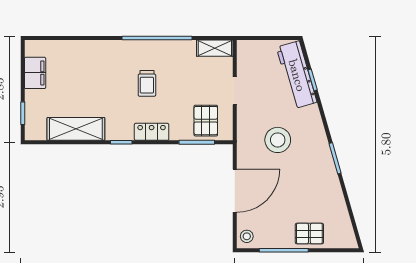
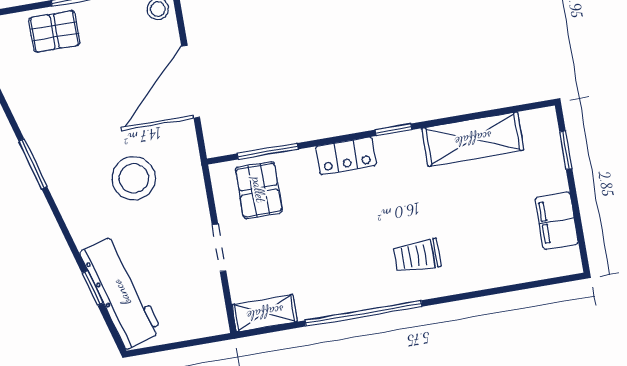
trolley: (147, 83) -> (417, 256), moved, turned -90

